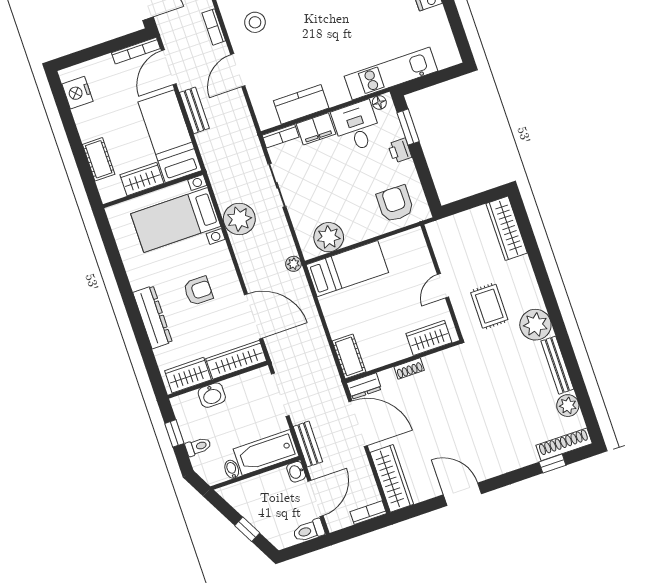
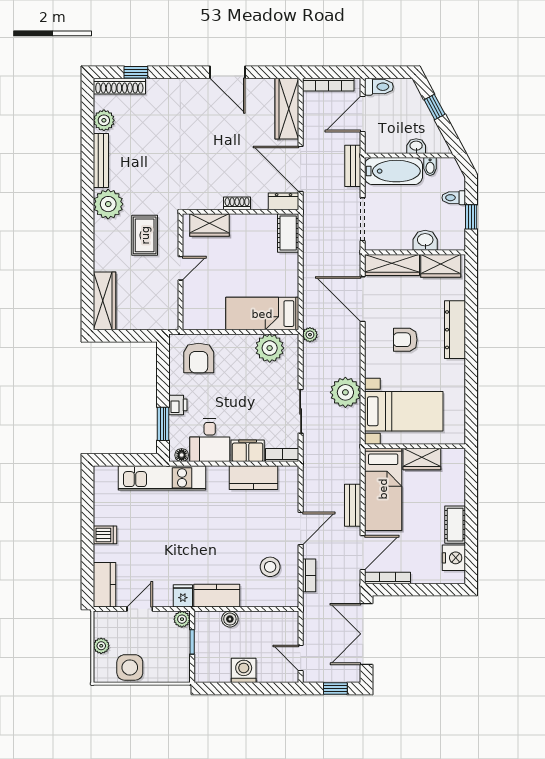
cot: (99, 159) -> (455, 525), moved
washbasin: (296, 472) -> (416, 146), moved, turned -90
bookcase: (368, 513) -> (328, 85), width x1.56

